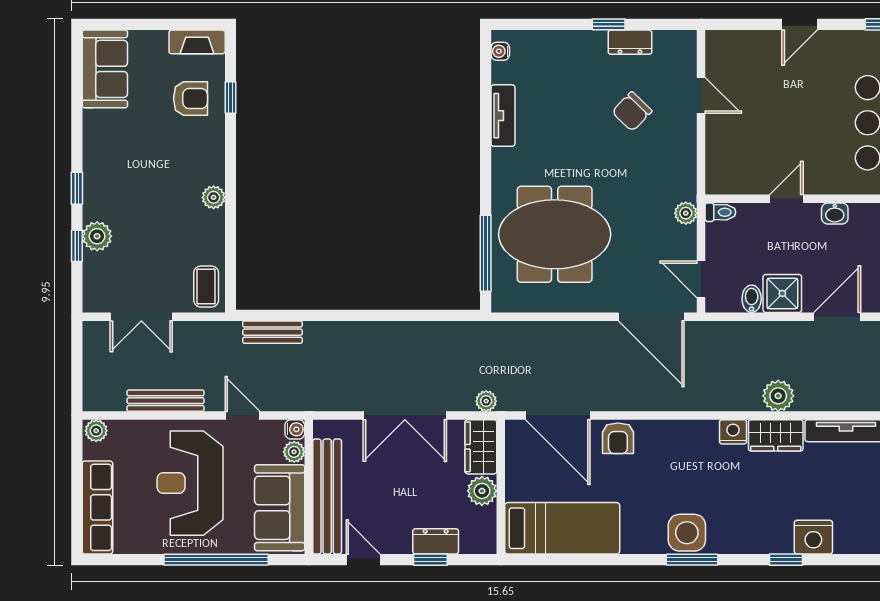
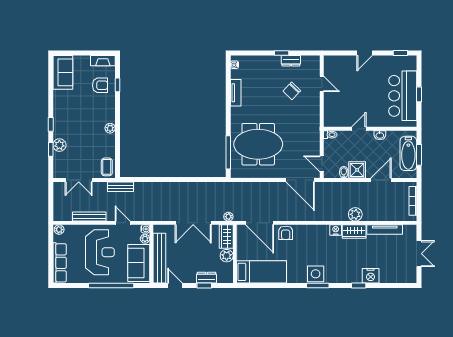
plant: (686, 213) -> (315, 135), removed
bench: (272, 332) -> (121, 187), moved
reception desk: (190, 483) -> (100, 252), turned 180

